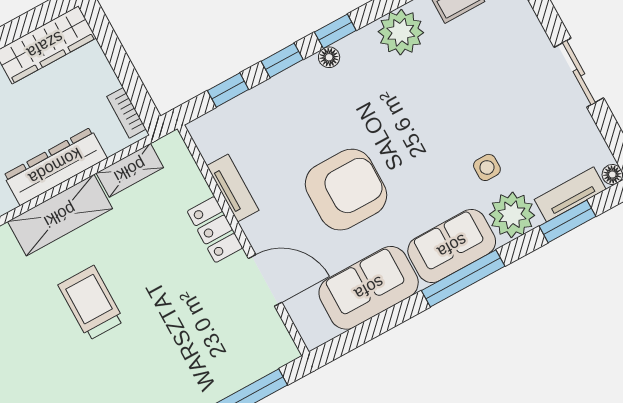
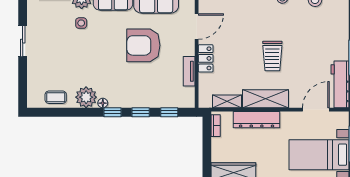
floor lamp: (329, 57) -> (103, 103), moved
door: (265, 280) -> (197, 26), swing flipped

